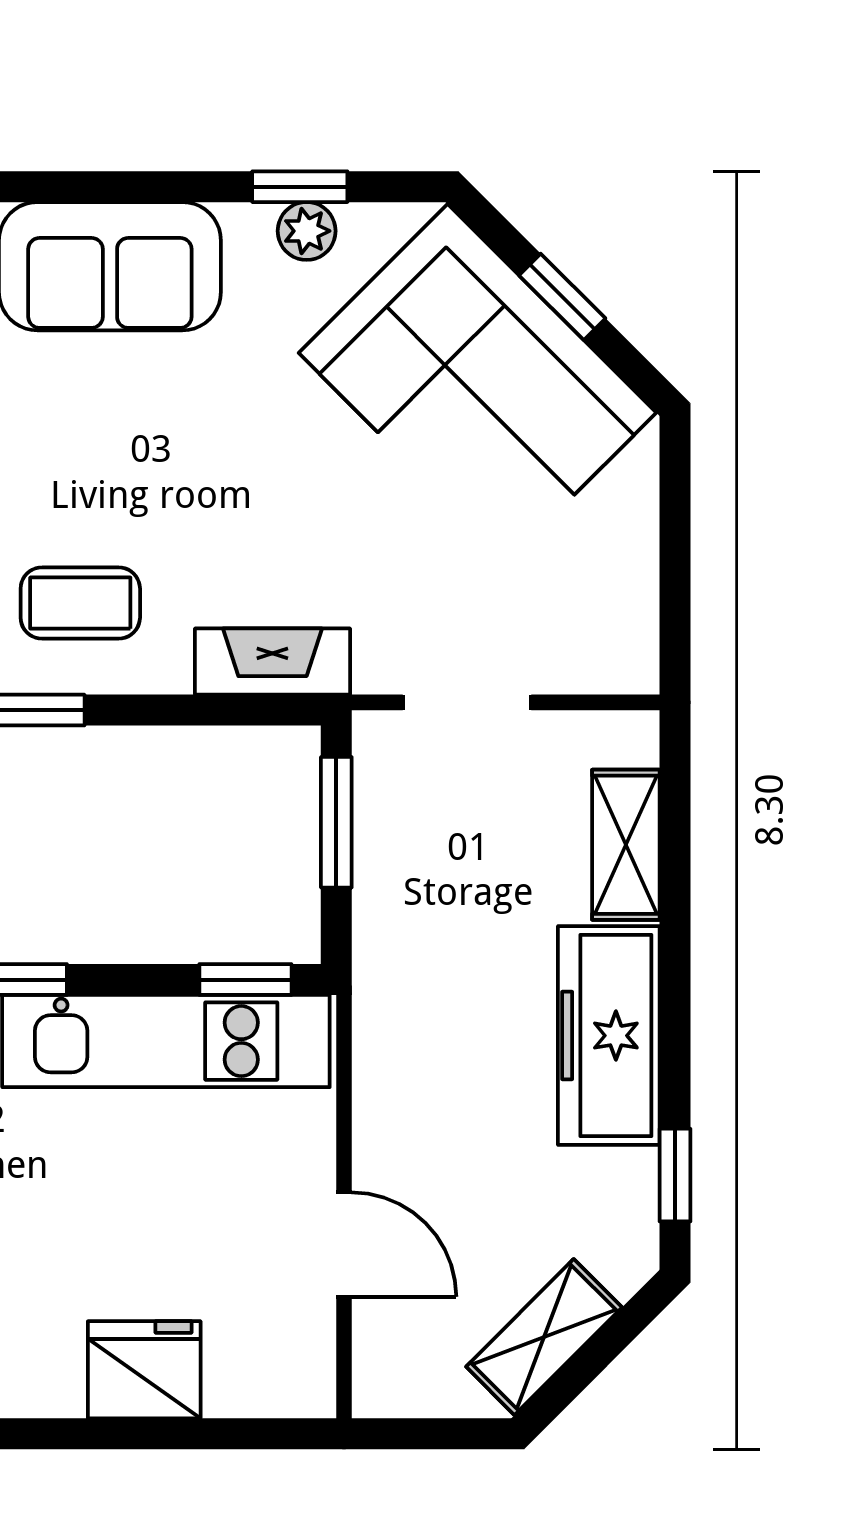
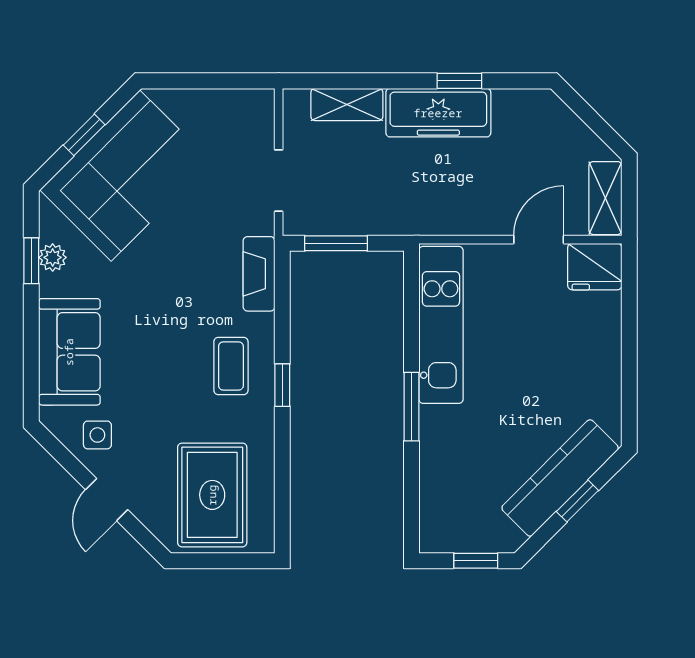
window: (245, 980) -> (411, 287), removed
window: (675, 1175) -> (459, 81), moved
shelving: (544, 1337) -> (605, 198), moved, turned 45
fridge: (144, 1370) -> (595, 267), moved, turned -90

